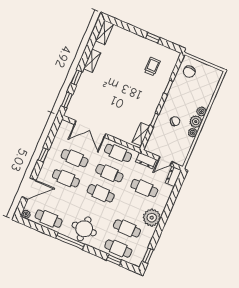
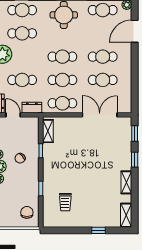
window: (153, 38) -> (98, 230), moved
window: (43, 155) -> (135, 70), removed
door: (165, 161) -> (13, 115), hinge flipped

